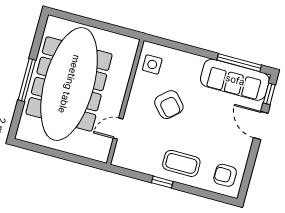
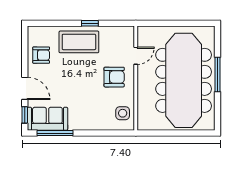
sofa: (235, 80) -> (47, 119), width x0.73
armchair: (169, 105) -> (114, 77), moved, turned 132
coffee table: (181, 163) -> (79, 42), width x1.36, depth x1.32
armchair: (225, 175) -> (41, 55), moved

